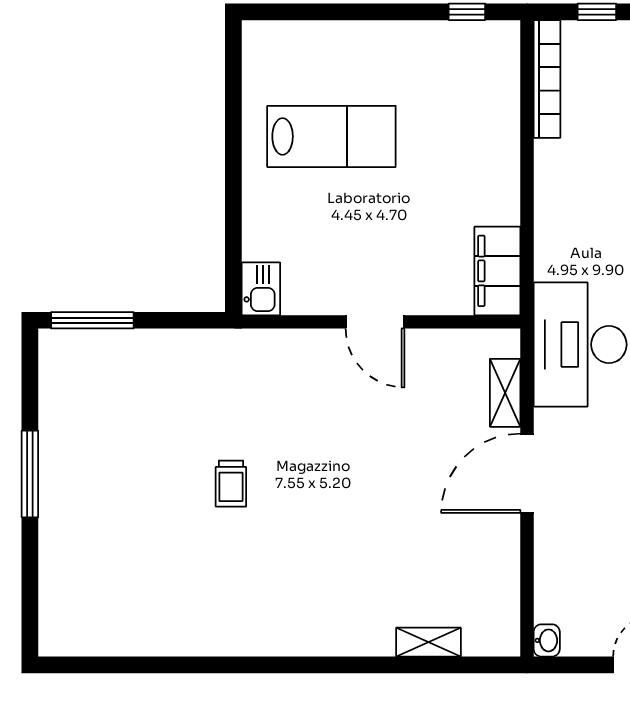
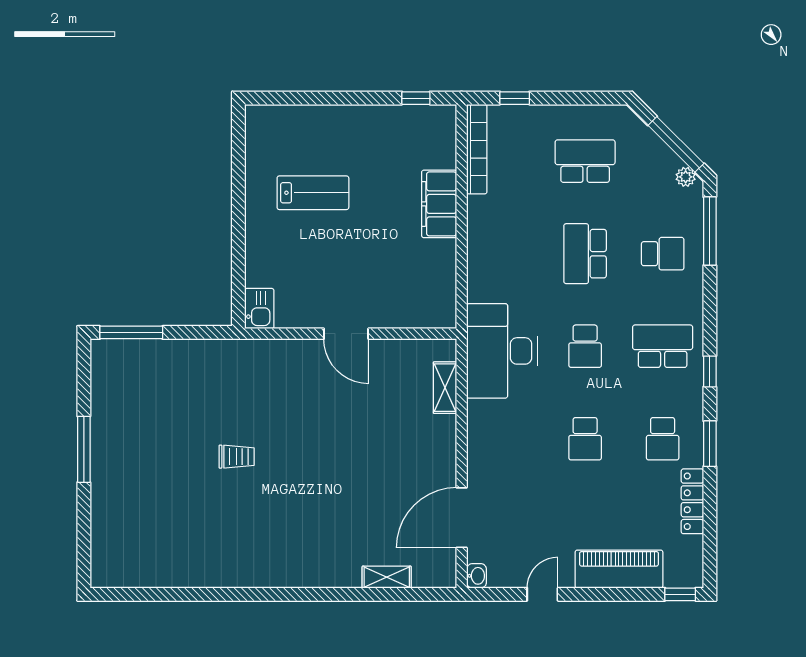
lab bench: (331, 136) -> (313, 193), width x0.73, depth x0.72
filing cabinet: (497, 271) -> (439, 204), moved
door: (527, 473) -> (462, 518), moved
trolley: (231, 484) -> (237, 457), turned -90

